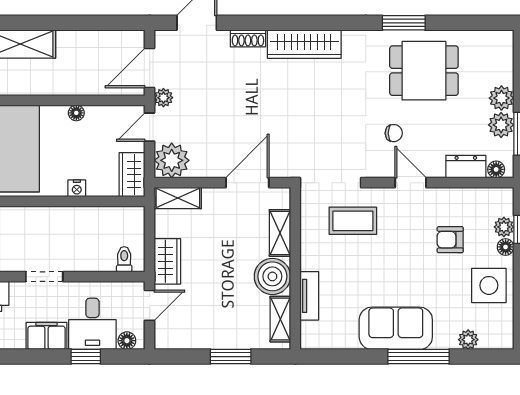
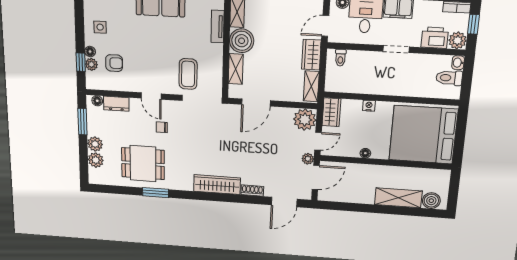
plant: (501, 125) -> (96, 160), moved
shelving: (178, 198) -> (311, 86), moved, turned 90
coffee table: (353, 221) -> (188, 74), turned 90
armchair: (450, 240) -> (114, 63), moved
side table: (489, 285) -> (100, 27), width x0.54, depth x0.54

